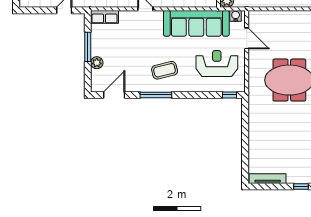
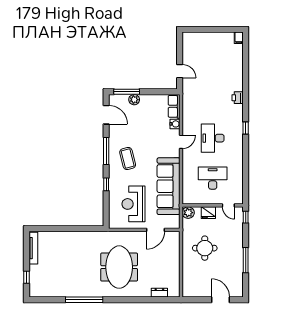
water cooler: (236, 16) -> (175, 124), moved
window: (88, 47) -> (127, 92), moved
reception desk: (217, 64) -> (133, 204), turned 180
window: (230, 95) -> (106, 184), moved

